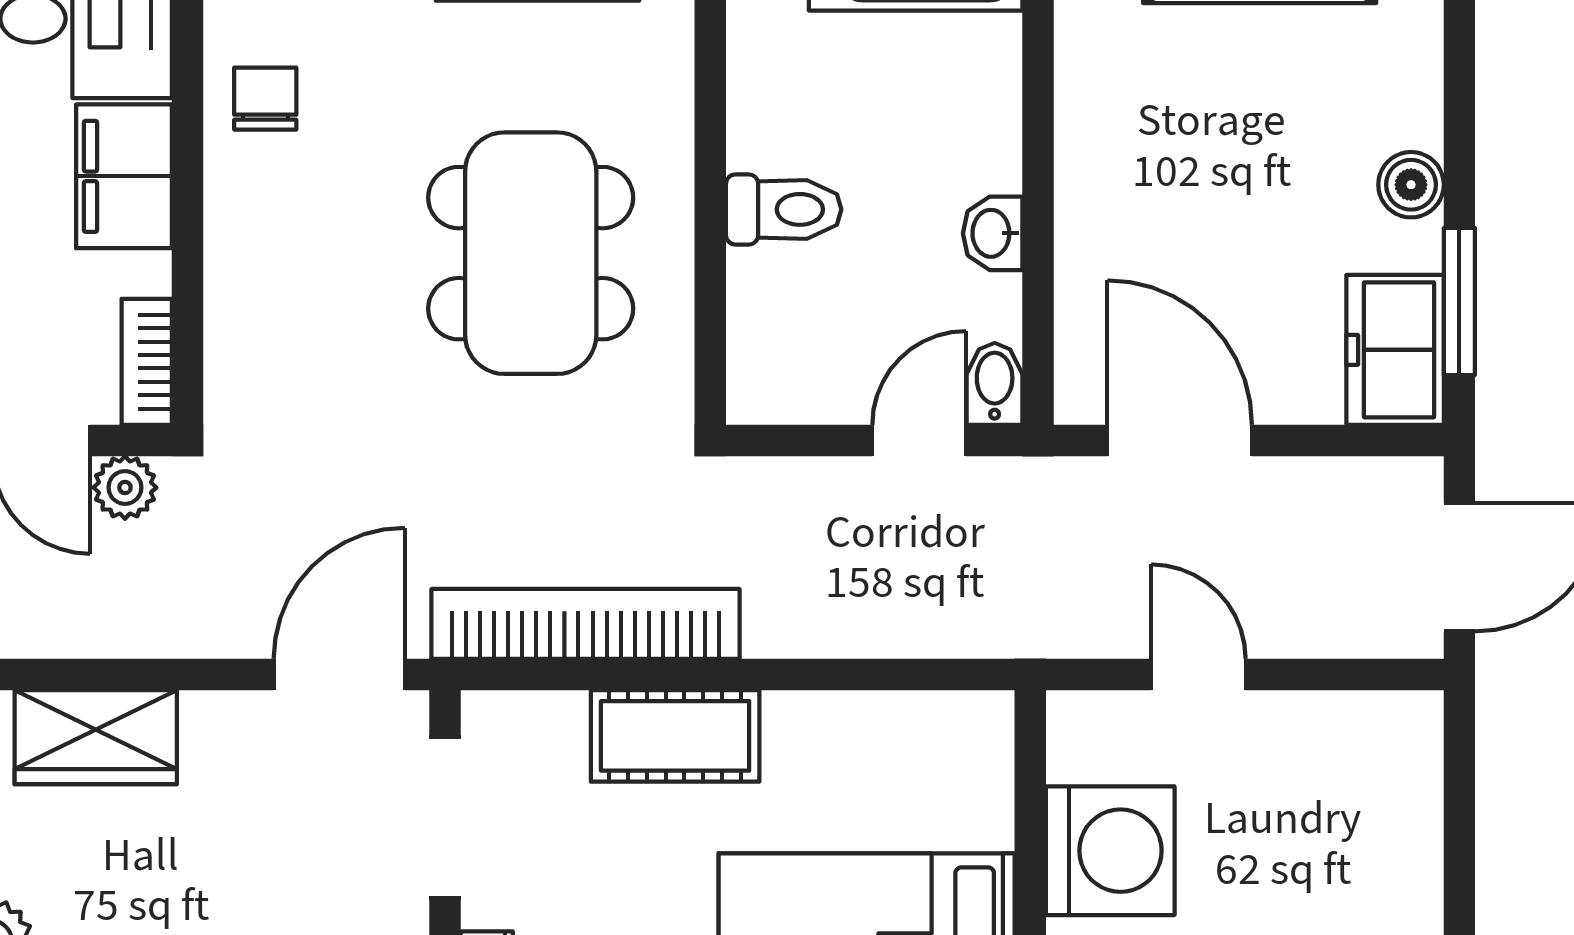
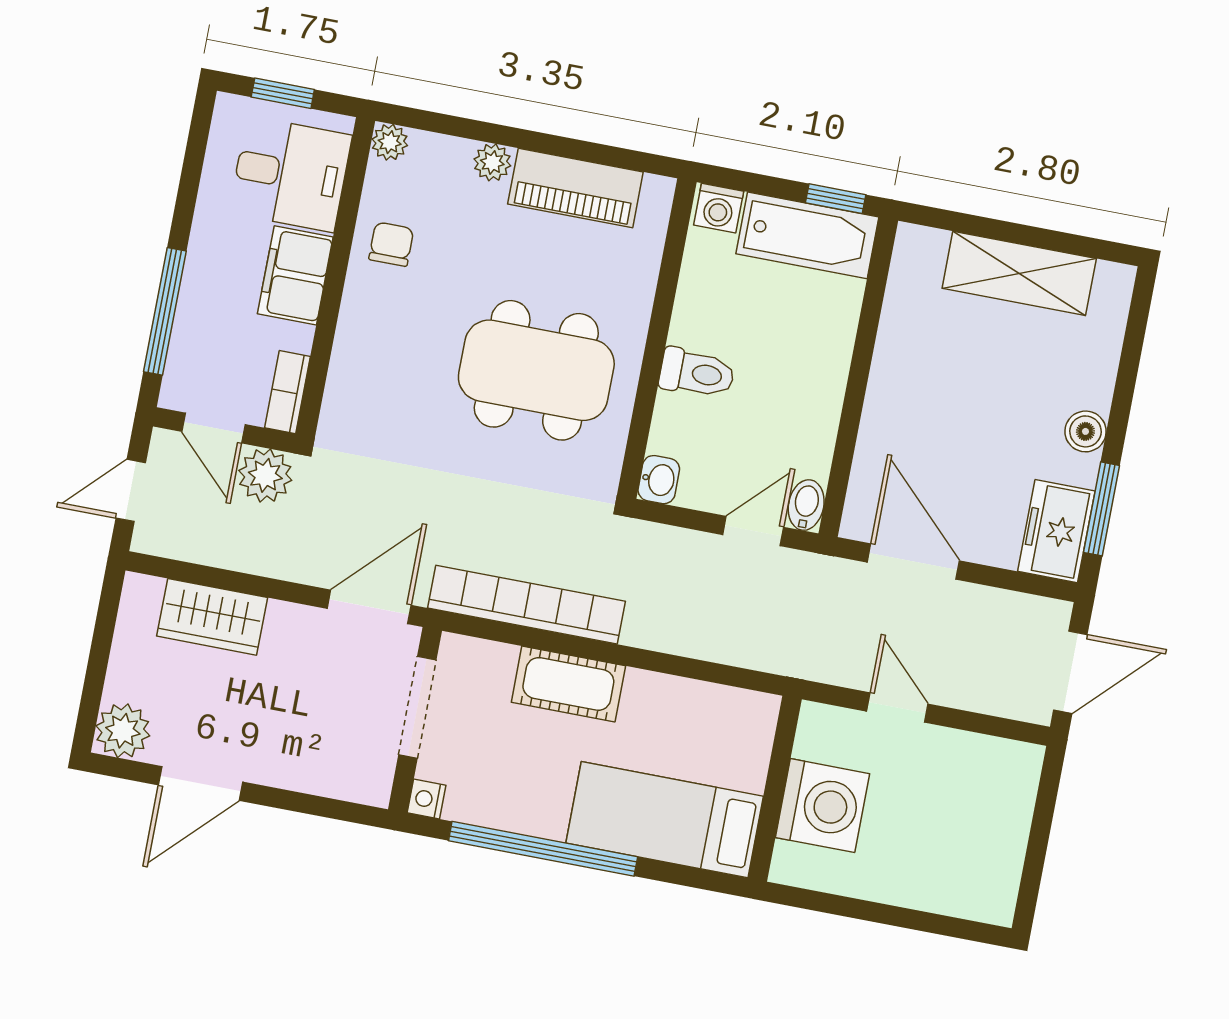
washbasin: (993, 233) -> (659, 480), moved, turned 180
dining table: (531, 253) -> (536, 370), turned 90
plant: (125, 487) -> (265, 475), width x1.38, depth x1.38

